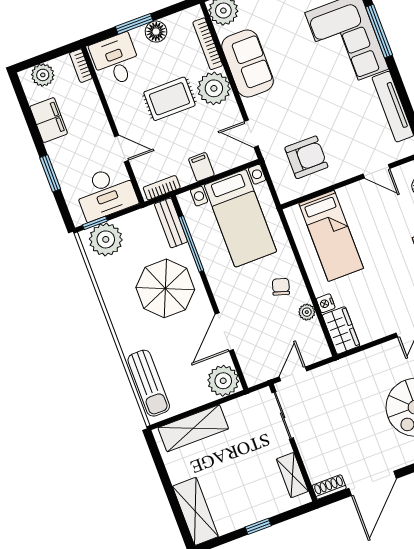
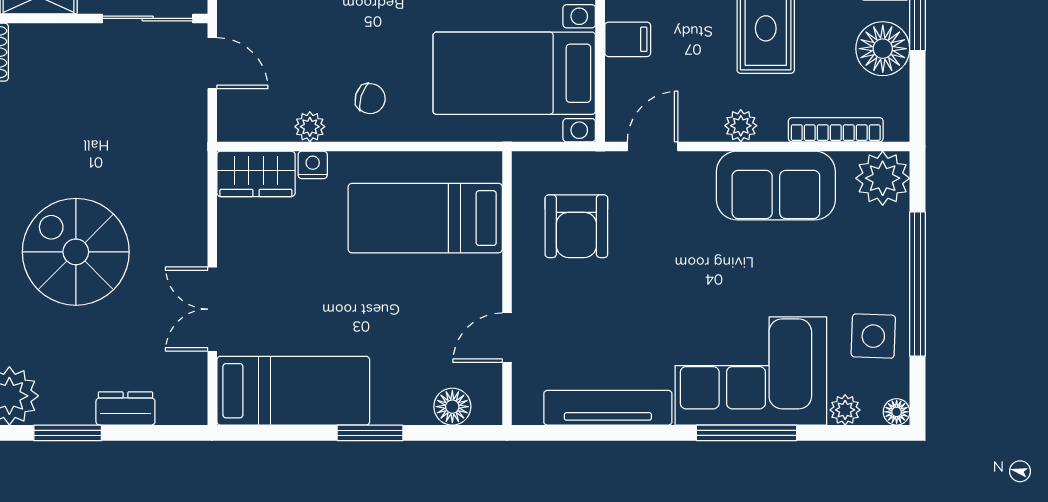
floor lamp: (156, 32) -> (883, 49), width x1.38, depth x1.38
plant: (214, 88) -> (741, 126), width x0.53, depth x0.53

